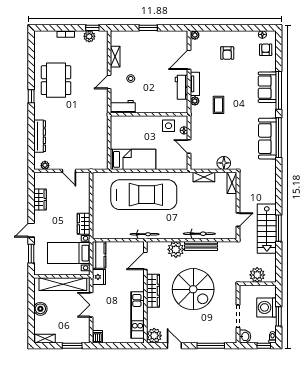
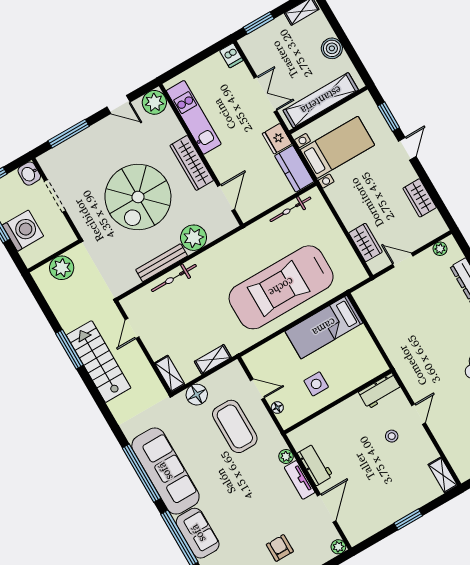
shelving: (115, 57) -> (443, 475), moved
coffee table: (218, 105) -> (235, 426), moved, width x1.86, depth x1.72
side table: (169, 126) -> (316, 384), moved
sofa: (267, 139) -> (165, 471), width x1.36, depth x1.27
wardrobe: (84, 224) -> (365, 242), moved
stairs: (267, 229) -> (99, 362), moved
bicycle: (145, 234) -> (290, 209), moved
spiral stairs: (193, 289) -> (138, 197), turned -90

